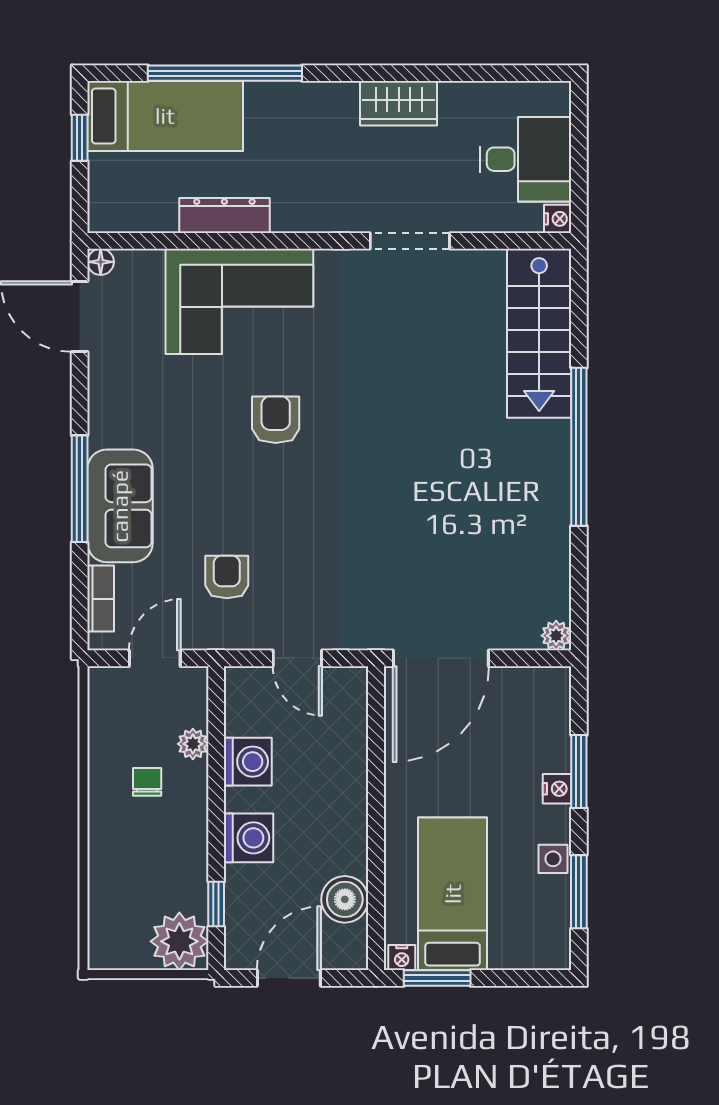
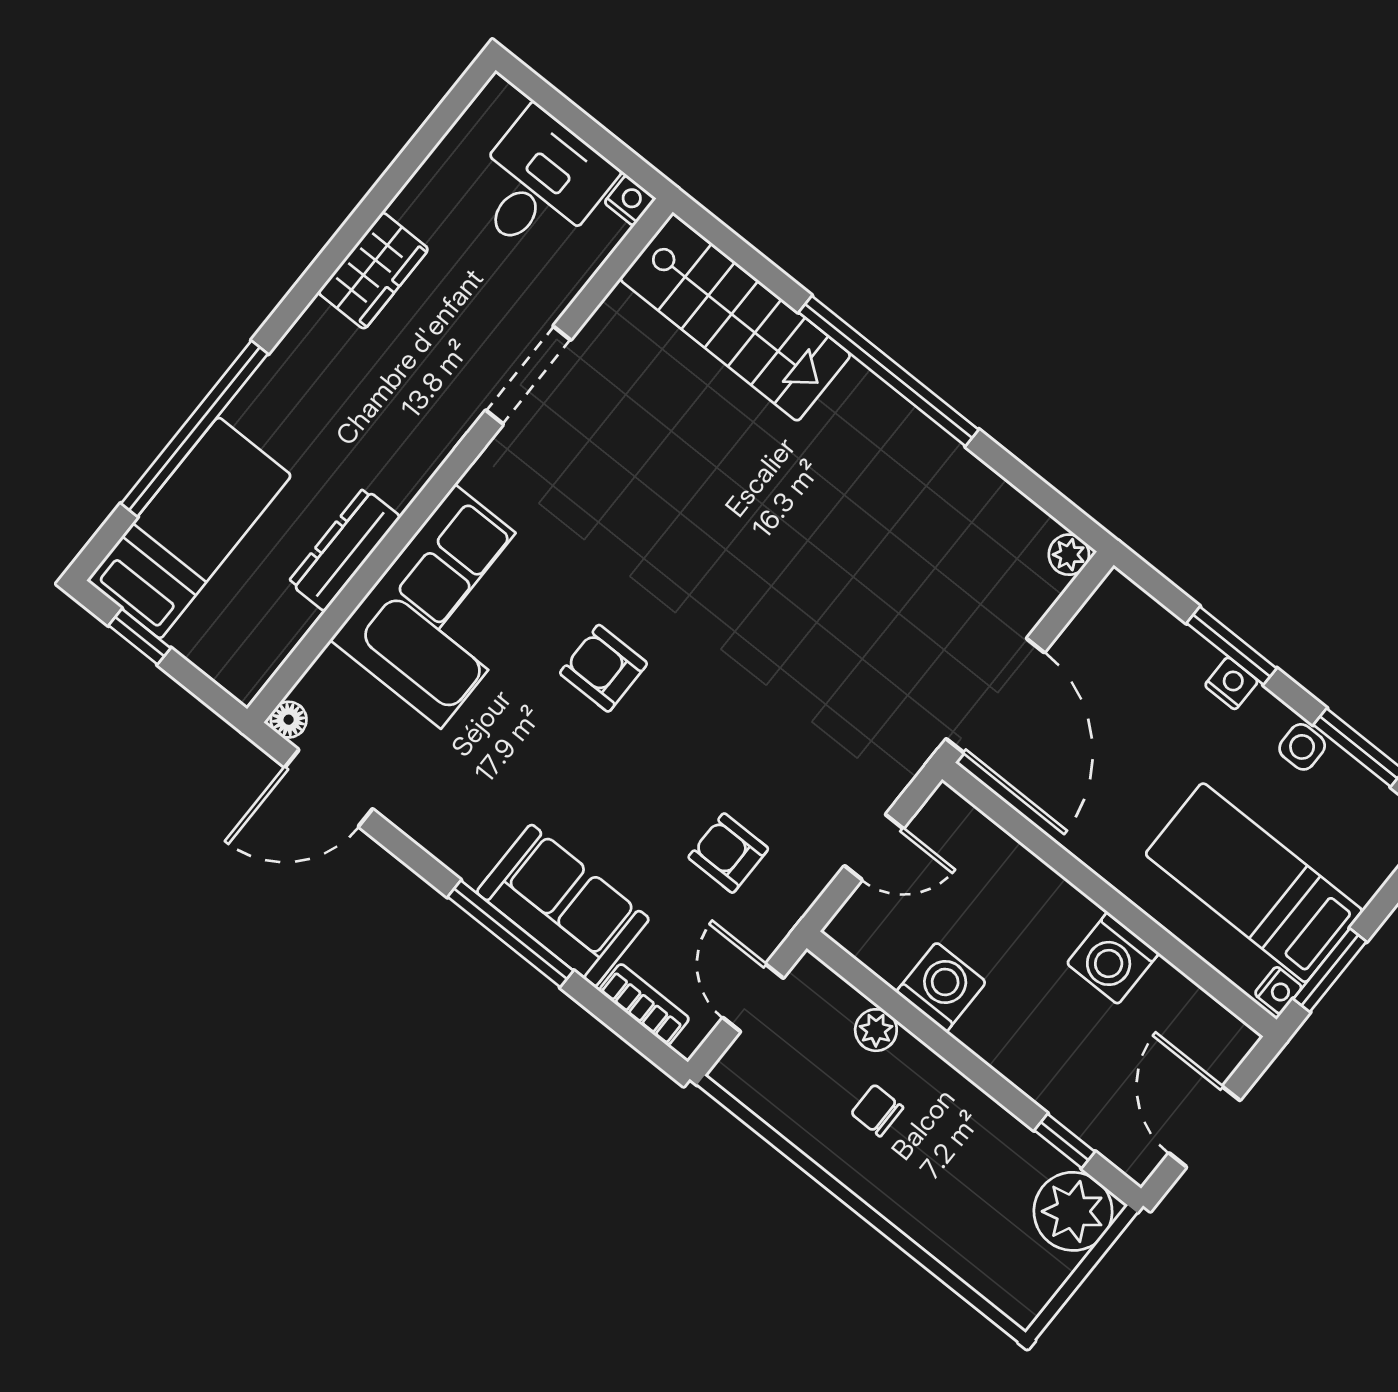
washing machine: (248, 838) -> (1113, 958), moved, turned 180
boiler: (345, 899) -> (1169, 1001), removed

